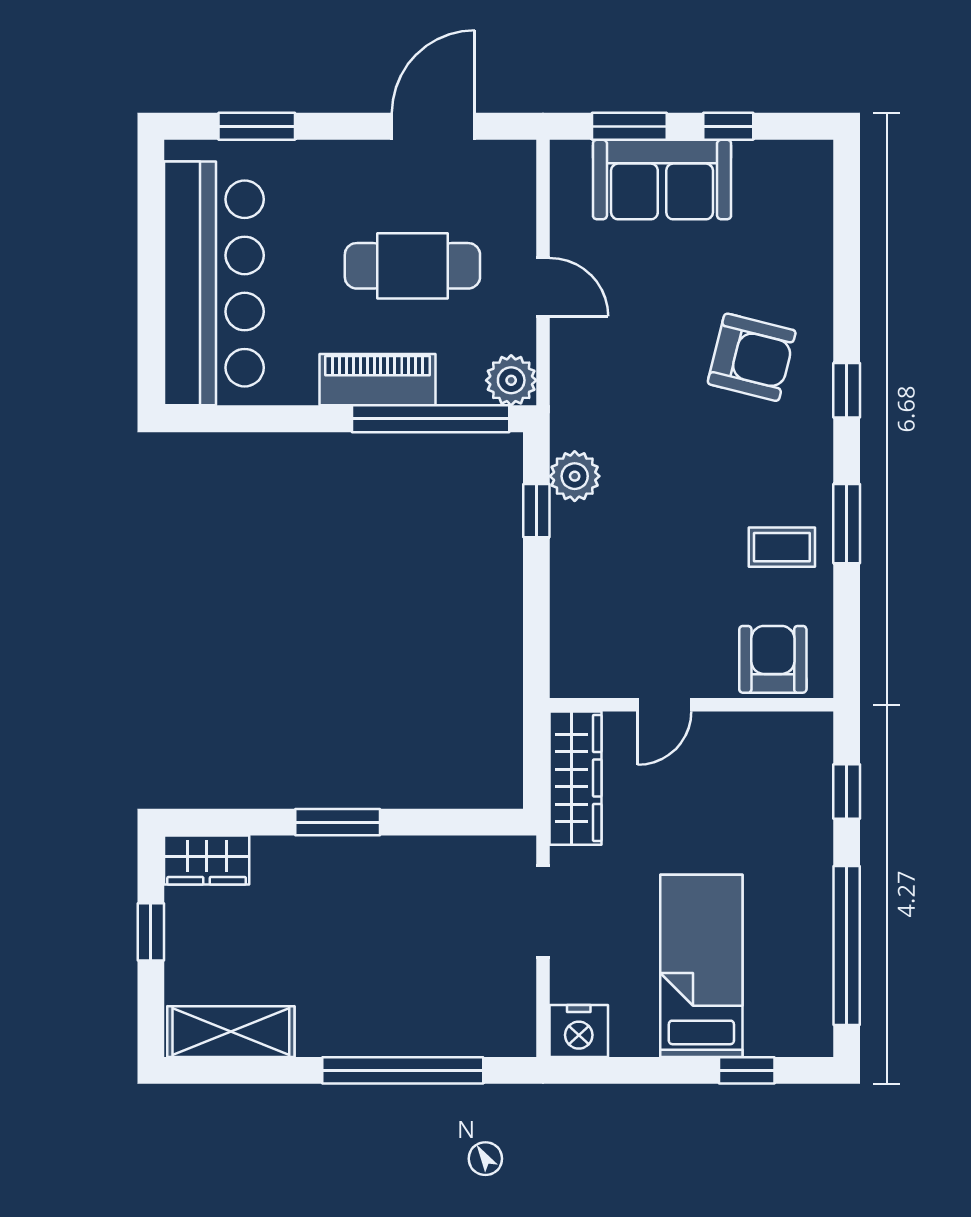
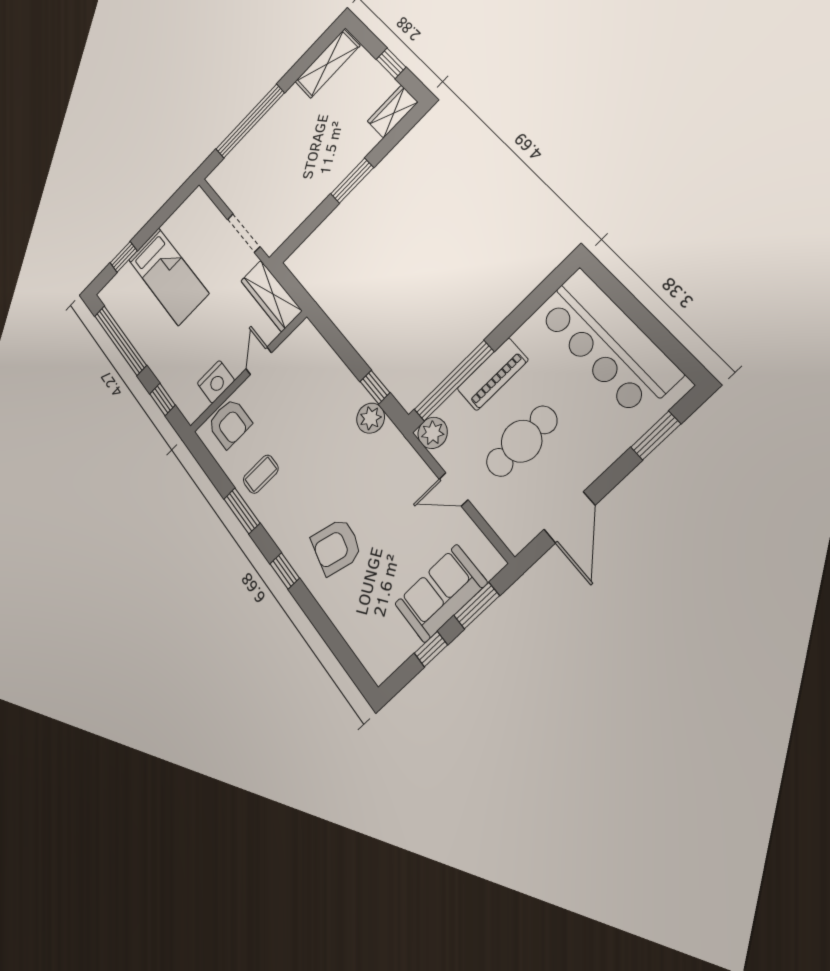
nightstand: (579, 1031) -> (216, 382), moved, turned 180

